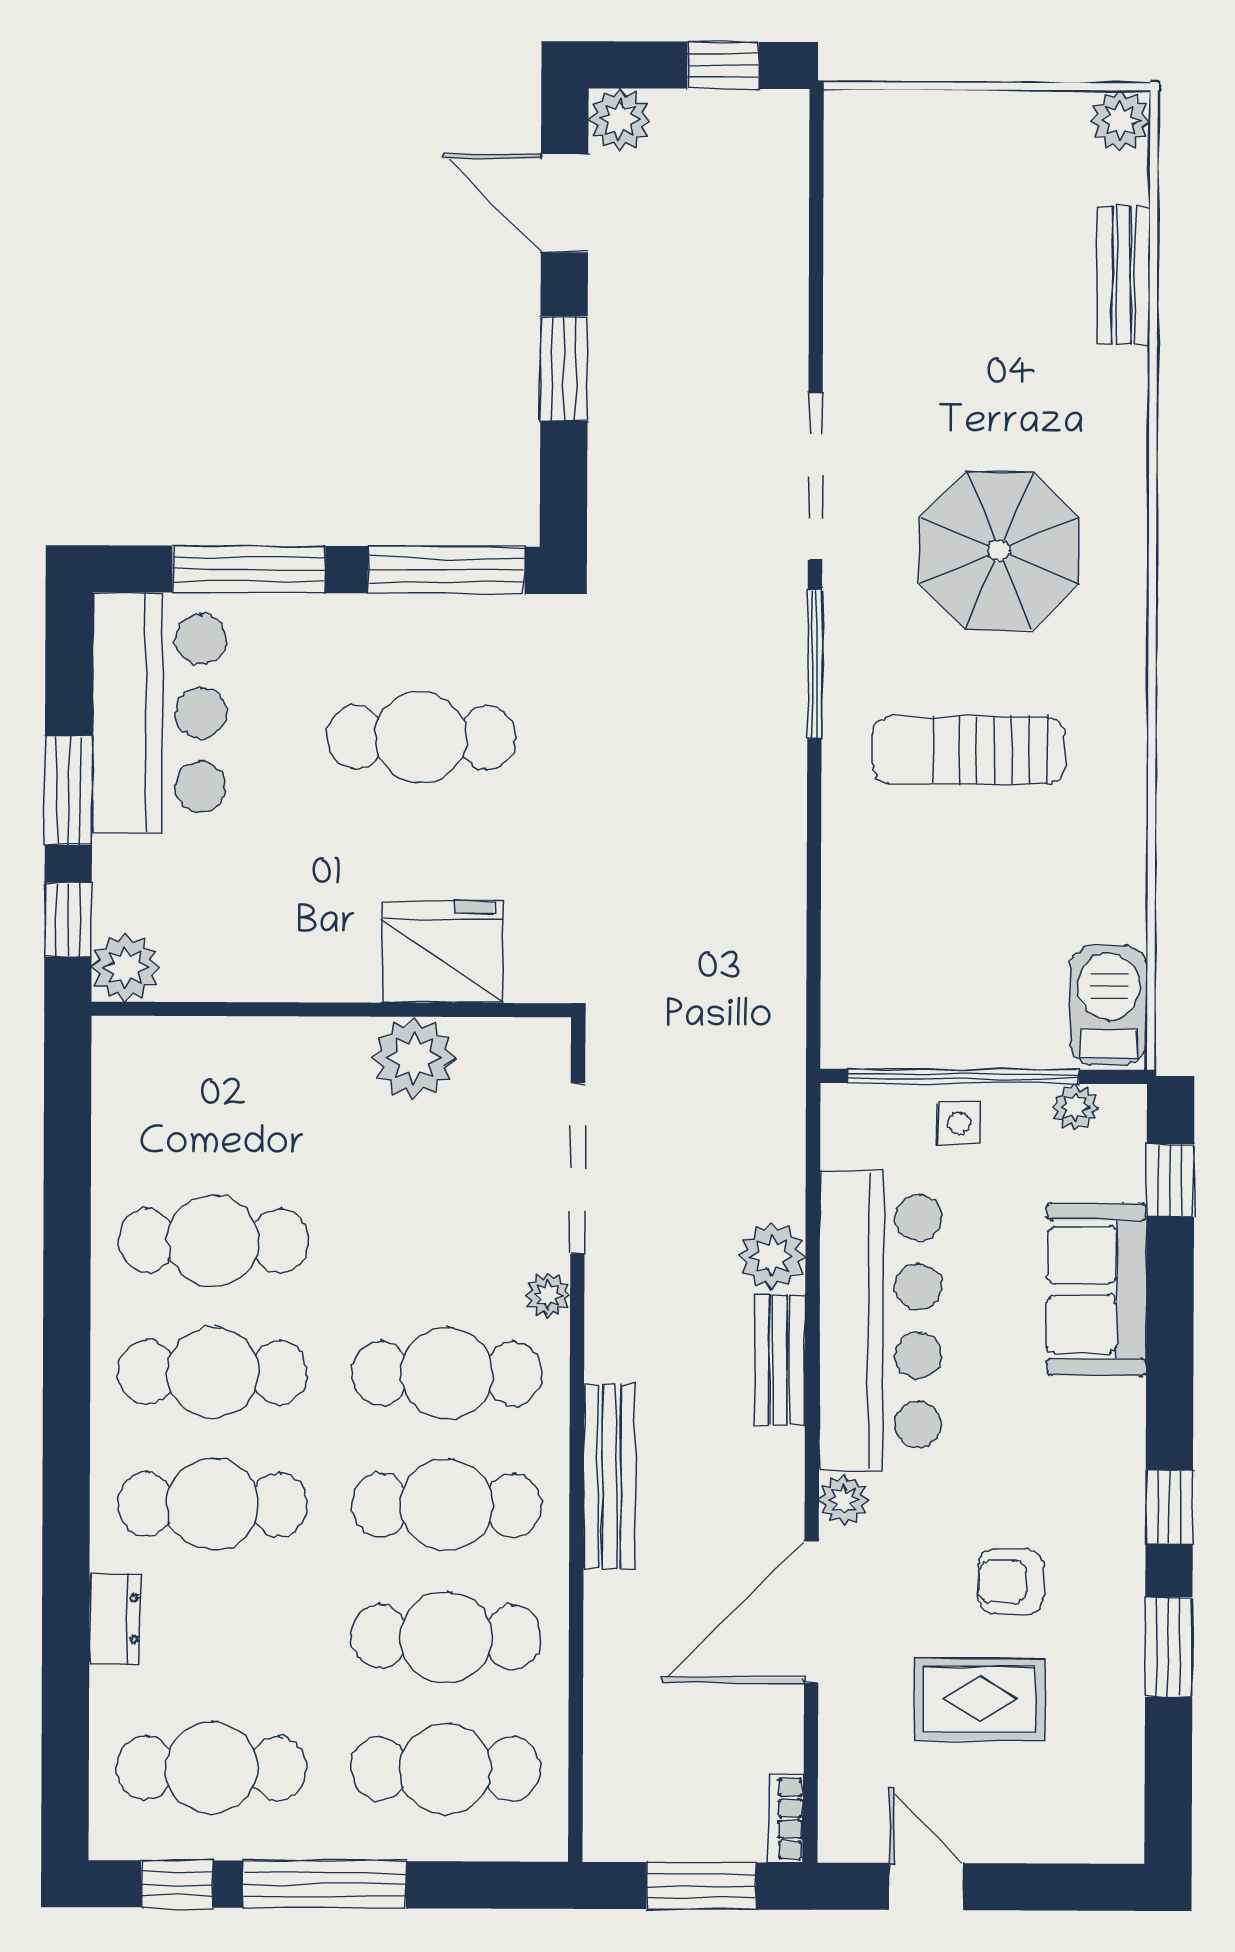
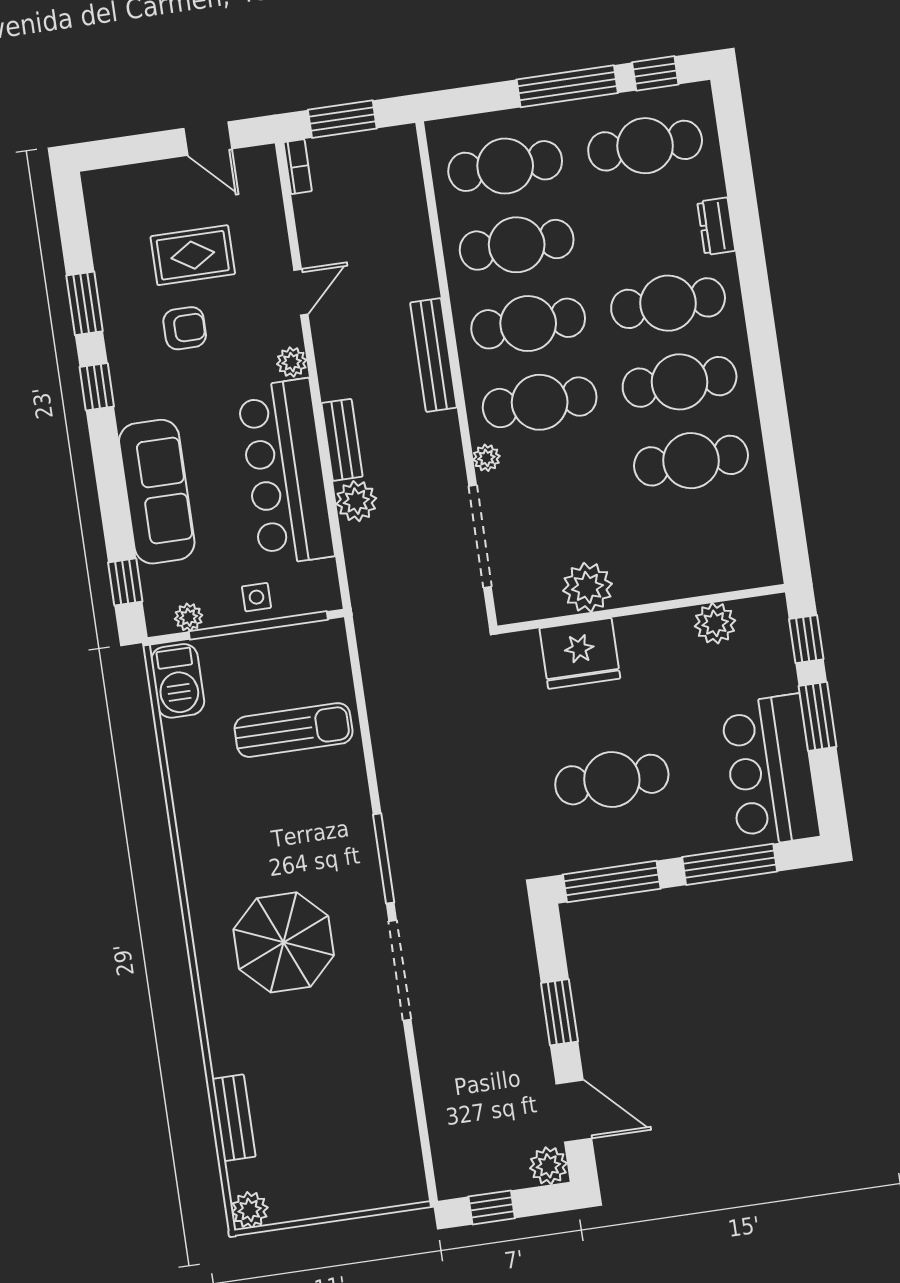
sun lounger: (968, 750) -> (294, 730), moved
plant: (126, 968) -> (715, 623), moved
sofa: (1097, 1290) -> (157, 492), width x1.36
door: (811, 1612) -> (301, 292), width x0.53

